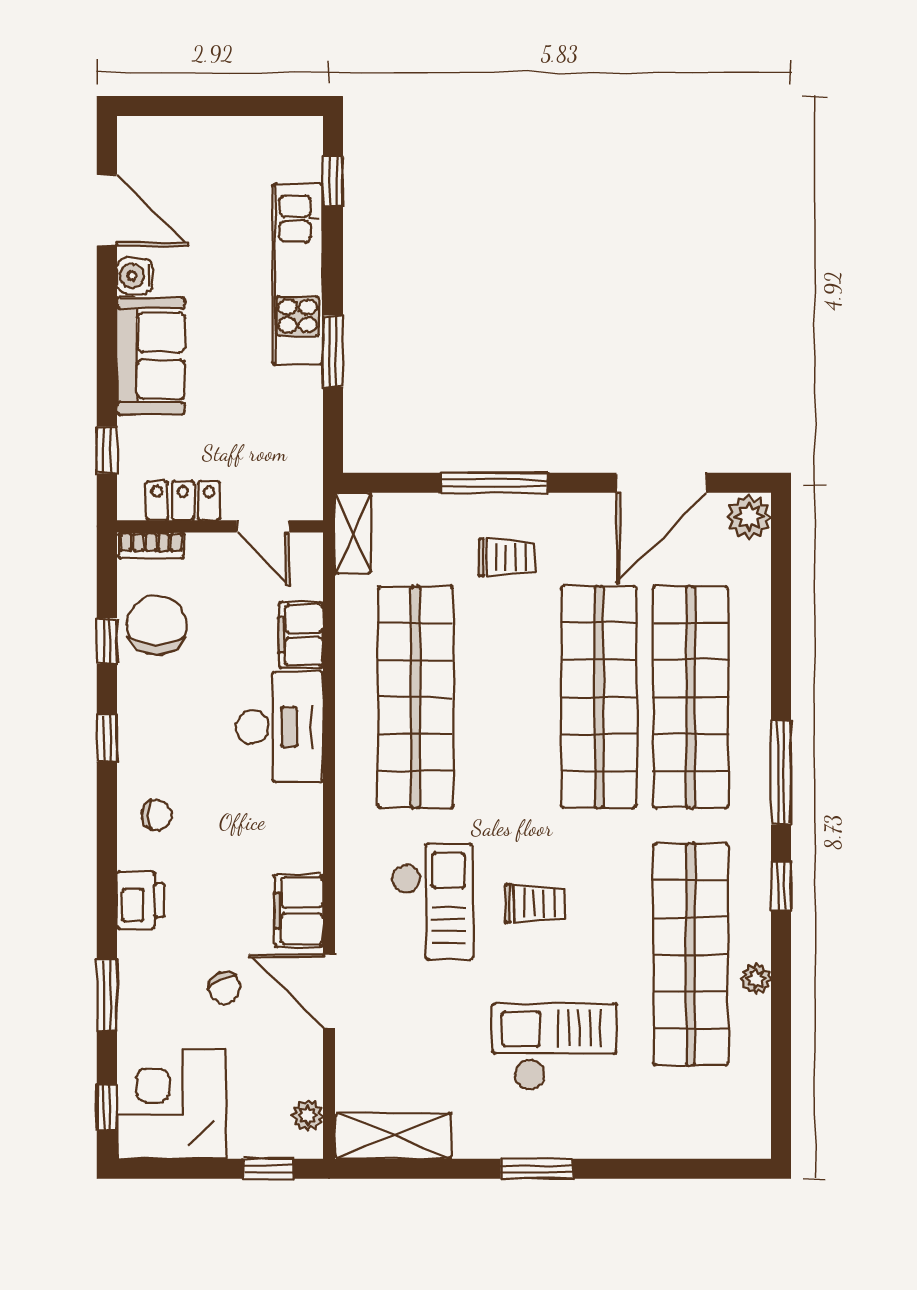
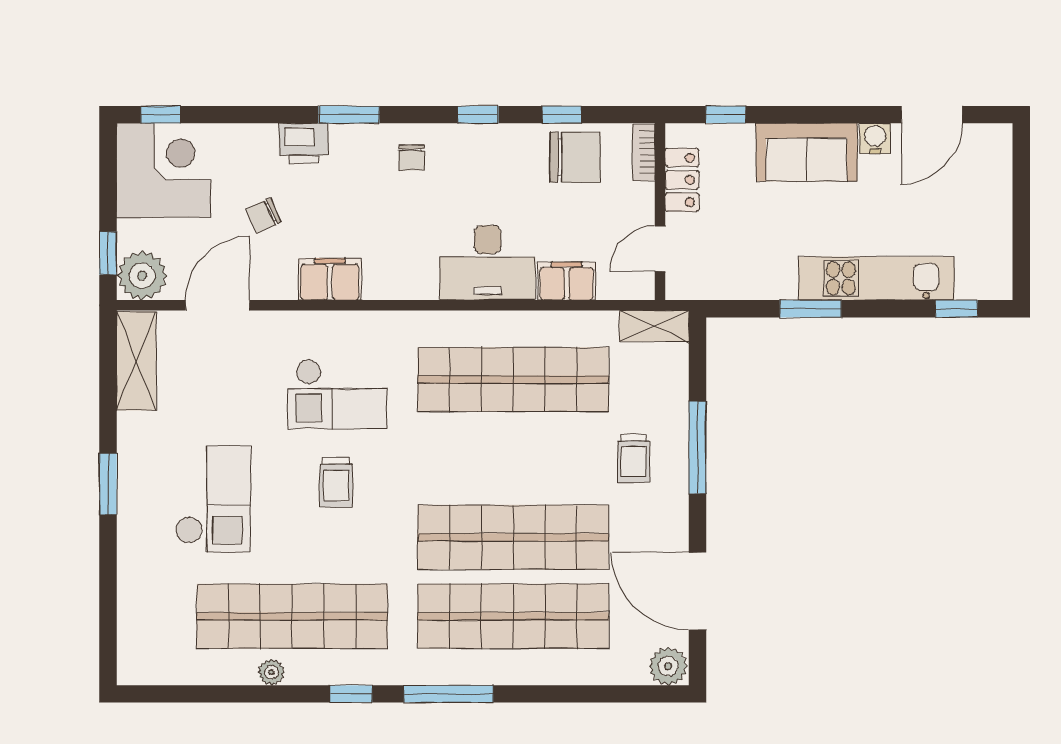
printer: (140, 900) -> (304, 143), moved
door: (329, 991) -> (218, 305), moved
window: (107, 995) -> (349, 115), moved
plant: (308, 1116) -> (142, 275), width x1.88, depth x1.88

